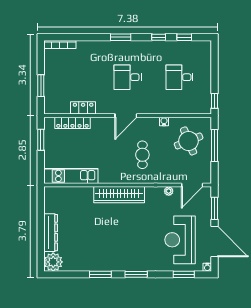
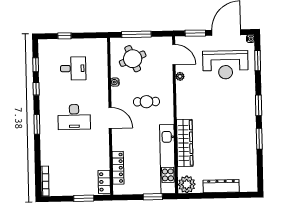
desk: (128, 77) -> (74, 117), width x1.37
desk: (180, 77) -> (73, 68), turned -90
window: (215, 101) -> (64, 36), moved
locker: (83, 108) -> (104, 182), moved
window: (41, 140) -> (153, 197), moved
kitchen unit: (71, 176) -> (168, 159), width x1.36
wardrobe: (119, 195) -> (185, 143), moved
plant: (53, 262) -> (187, 184), moved

